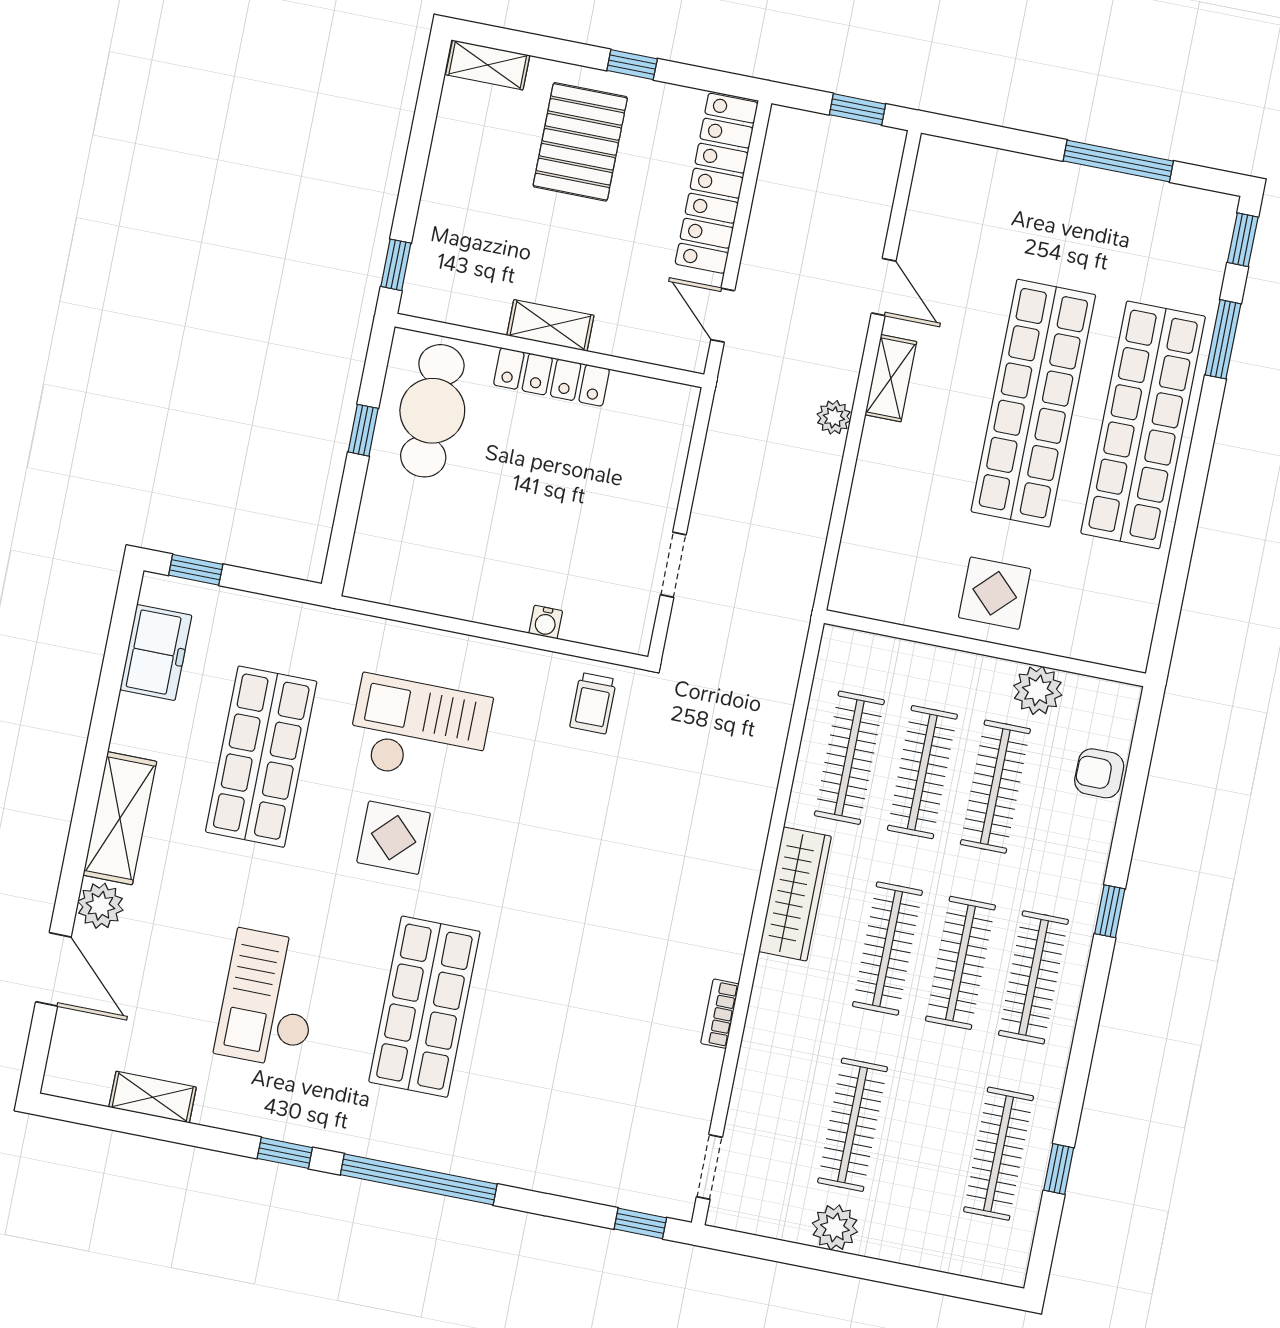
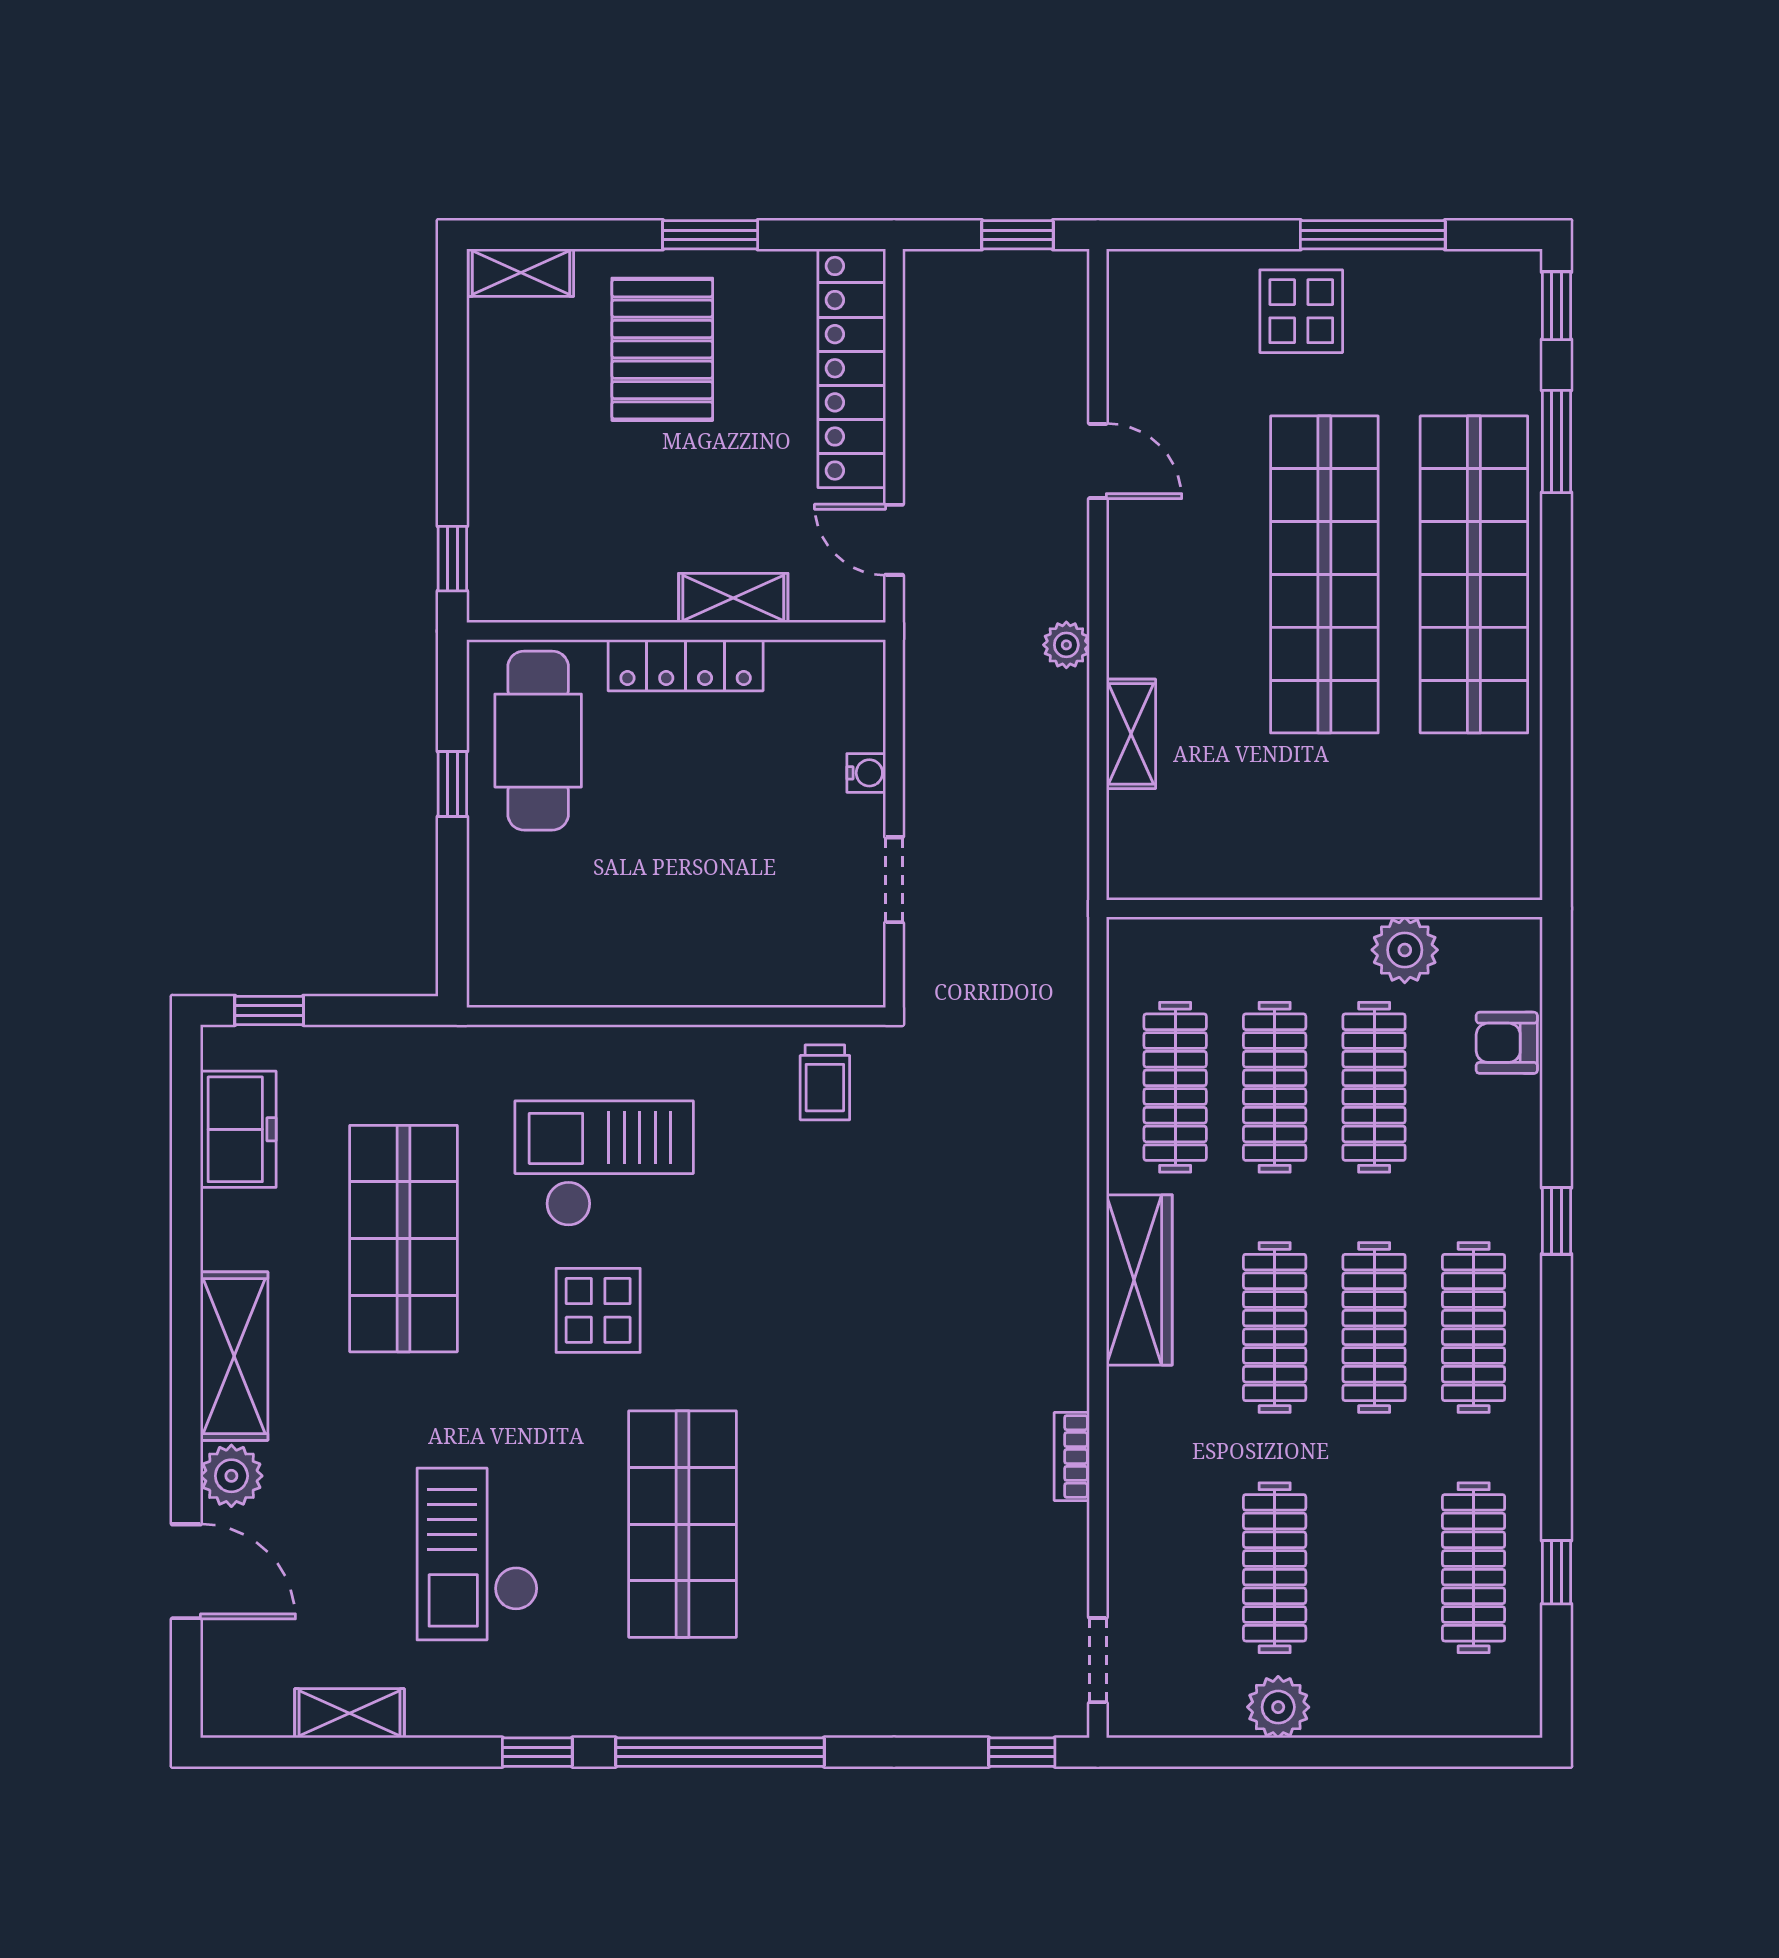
window: (632, 65) -> (710, 235), width x1.50
shelving: (550, 325) -> (733, 598), moved
shelving: (891, 378) -> (1131, 734), moved
display table: (995, 593) -> (1301, 311), moved
water cooler: (546, 622) -> (866, 773), moved, turned -90

